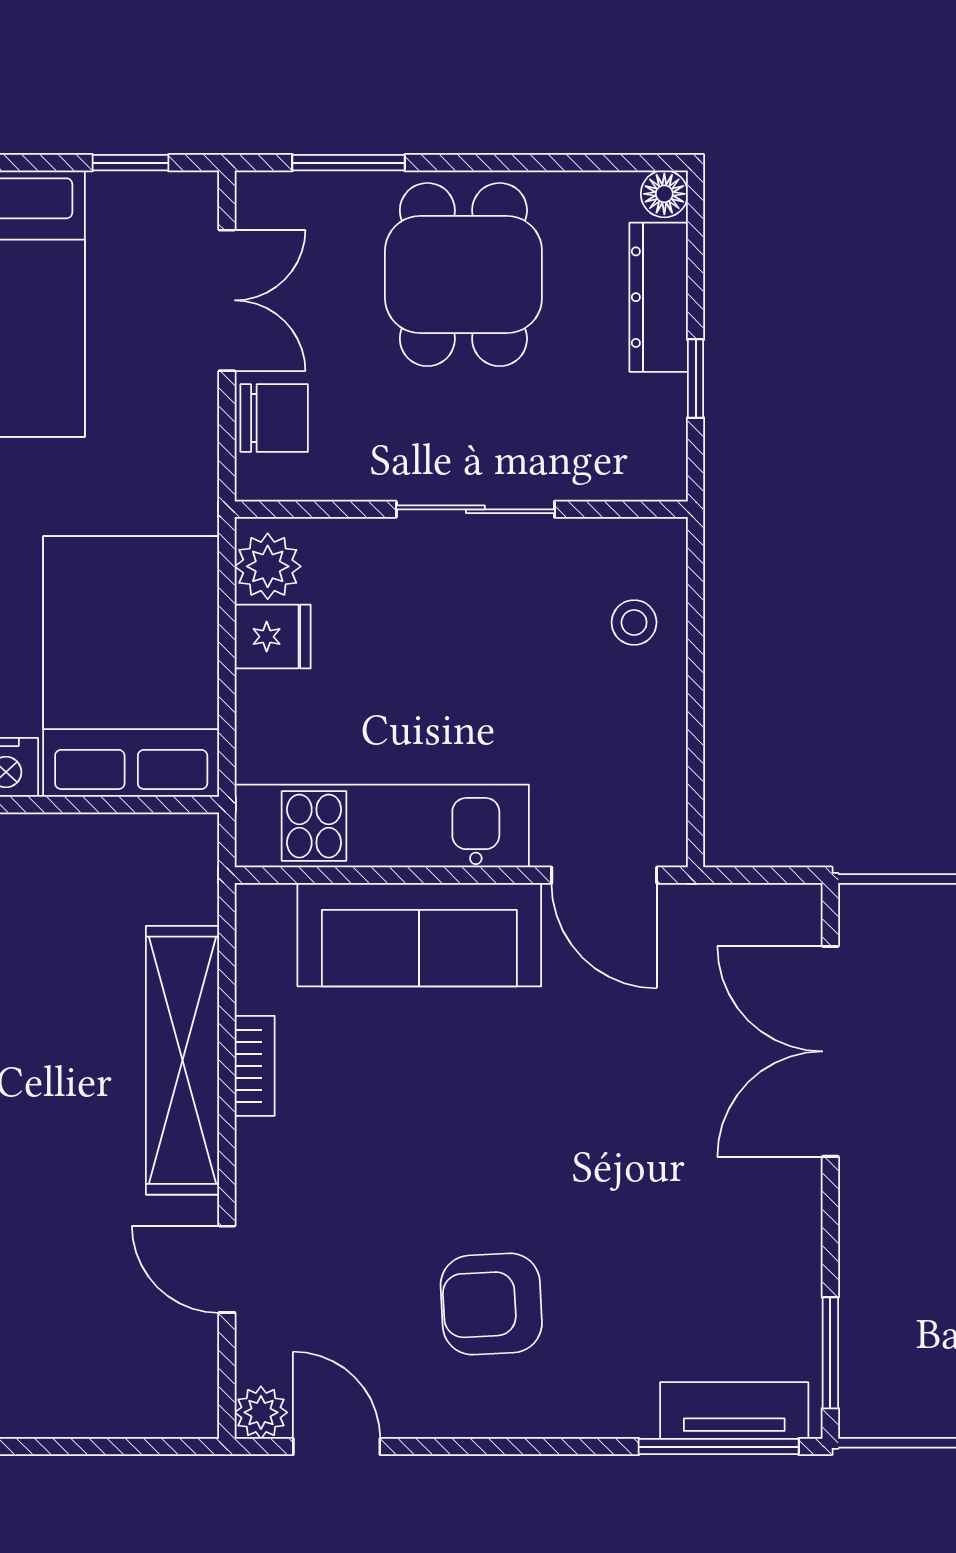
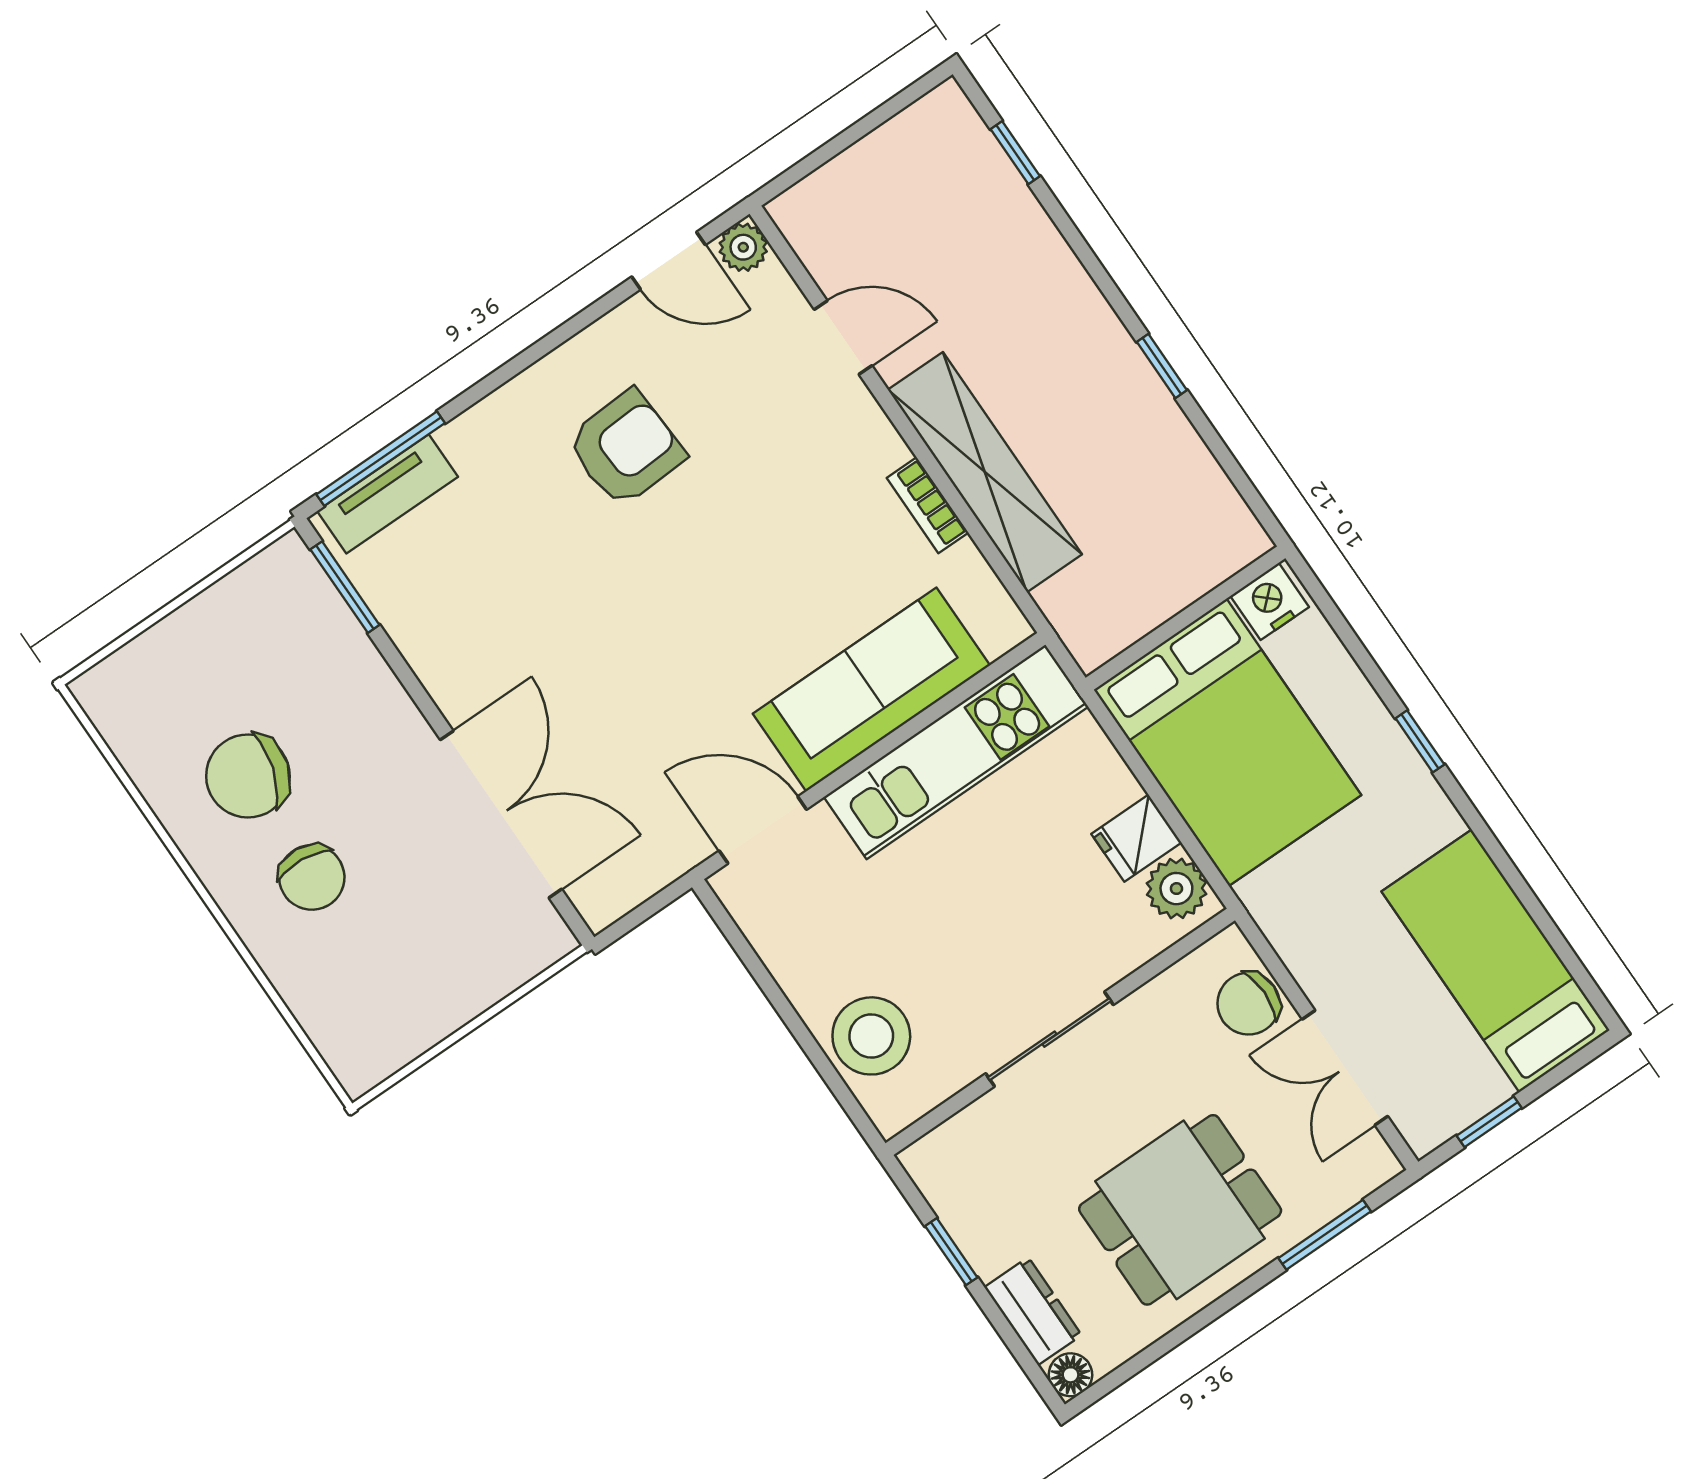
dining table: (463, 275) -> (1180, 1210), turned 90
dresser: (659, 297) -> (1033, 1311), width x0.70
stool: (634, 622) -> (871, 1036), width x1.89, depth x1.89

